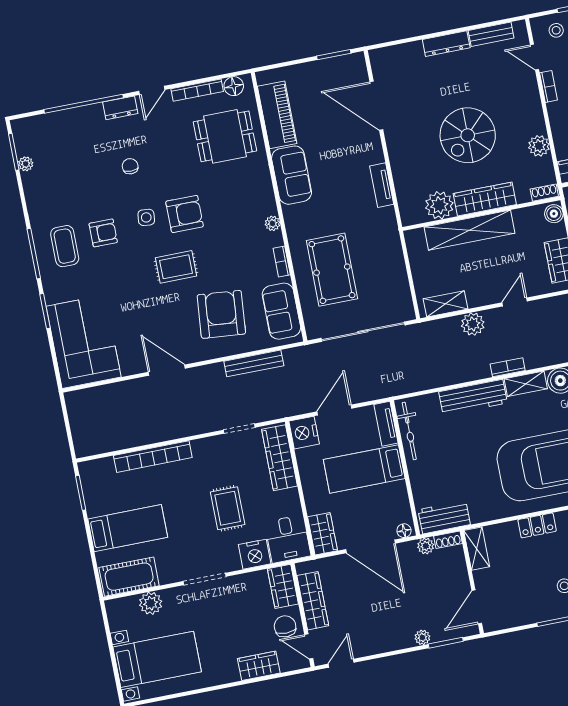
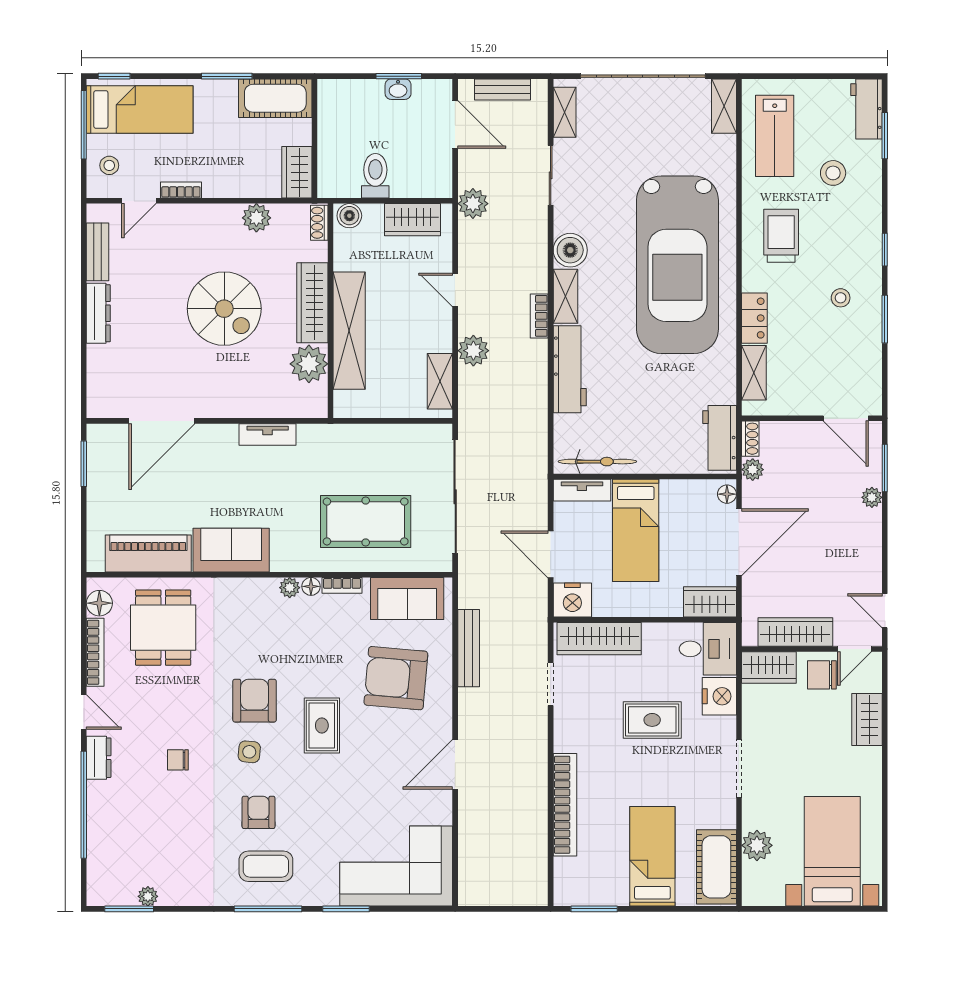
floor lamp: (276, 239) -> (311, 586), added
shelving: (477, 549) -> (754, 373), moved, turned 90

